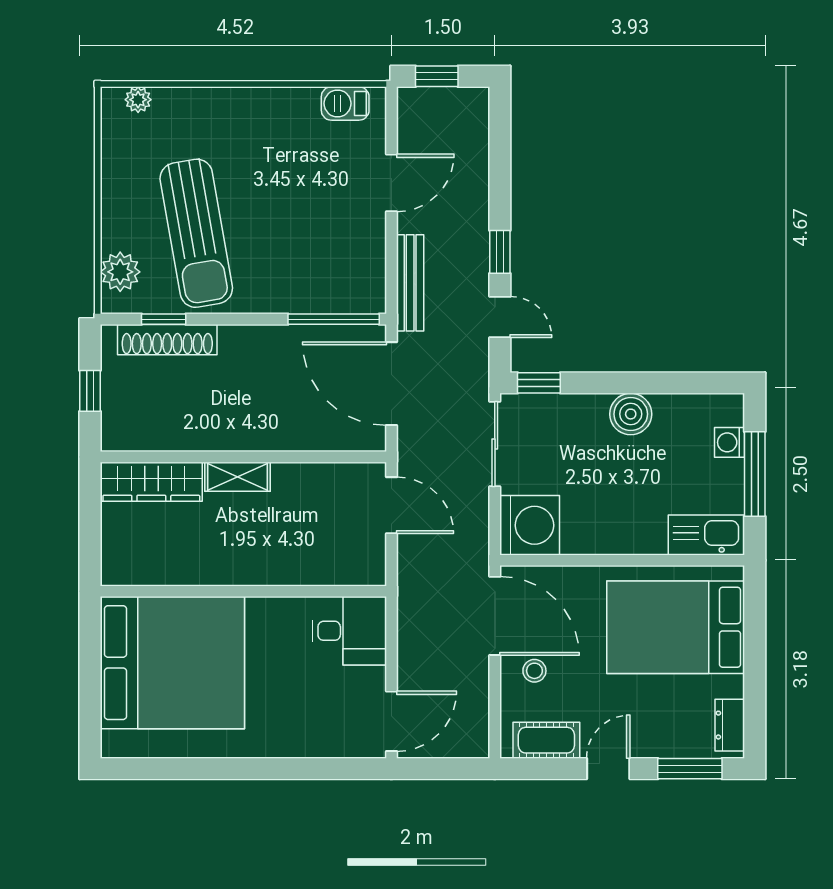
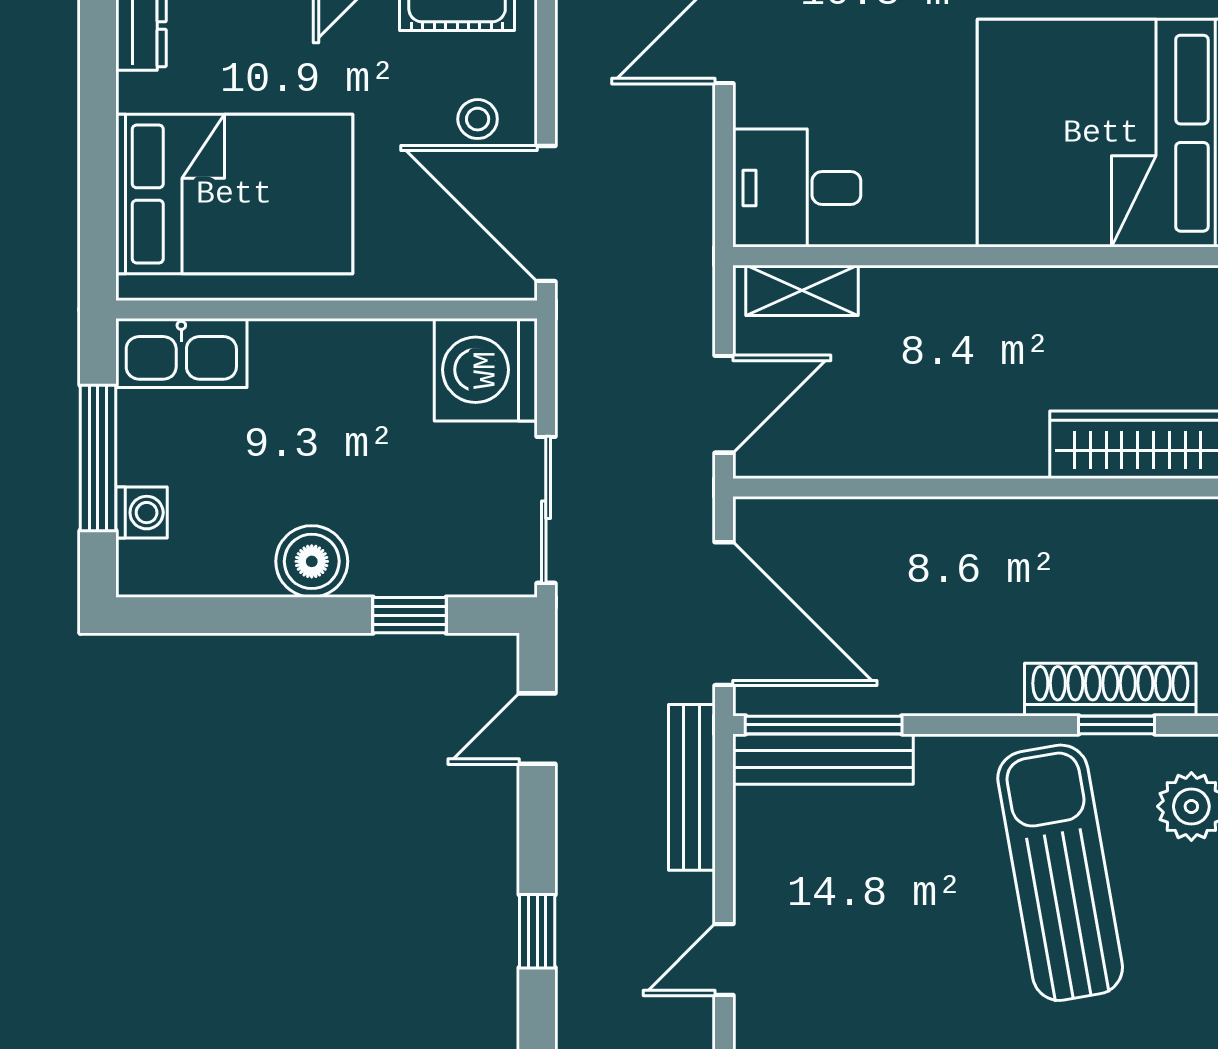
door: (391, 183) -> (724, 960), width x0.73
window: (500, 252) -> (537, 931), moved
bench: (334, 299) -> (823, 759), added
door: (500, 317) -> (537, 729), hinge flipped
window: (539, 383) -> (410, 615), moved
shelving: (238, 477) -> (802, 290), moved
door: (391, 505) -> (724, 404), swing flipped

